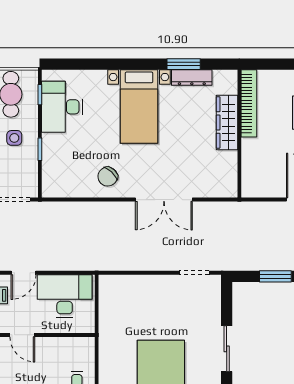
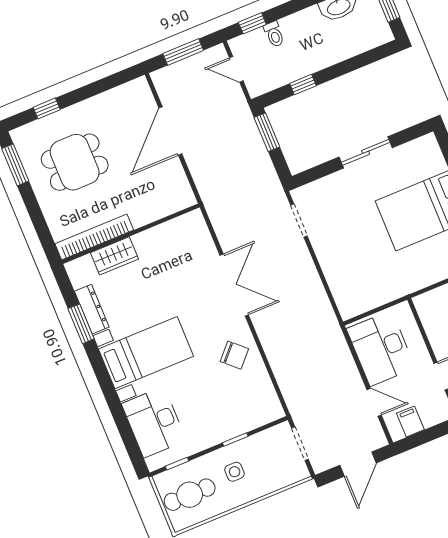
desk: (62, 107) -> (154, 422), moved, turned 90
wardrobe: (227, 122) -> (114, 256), width x0.67

